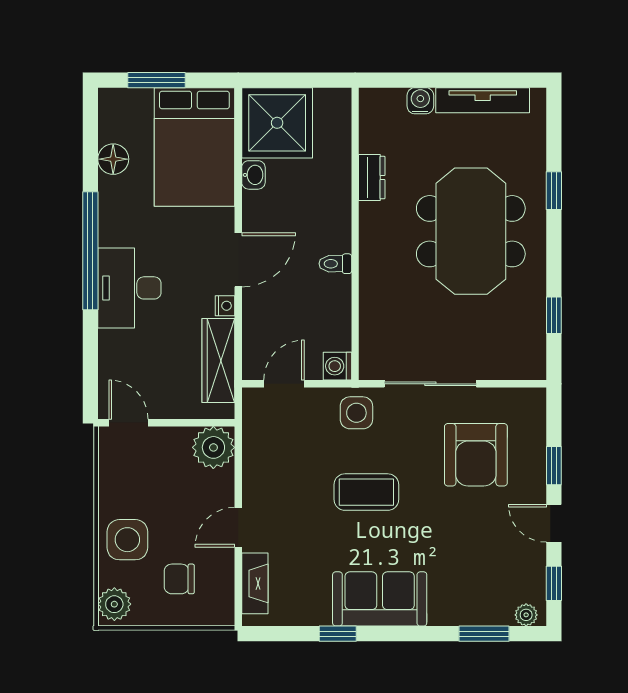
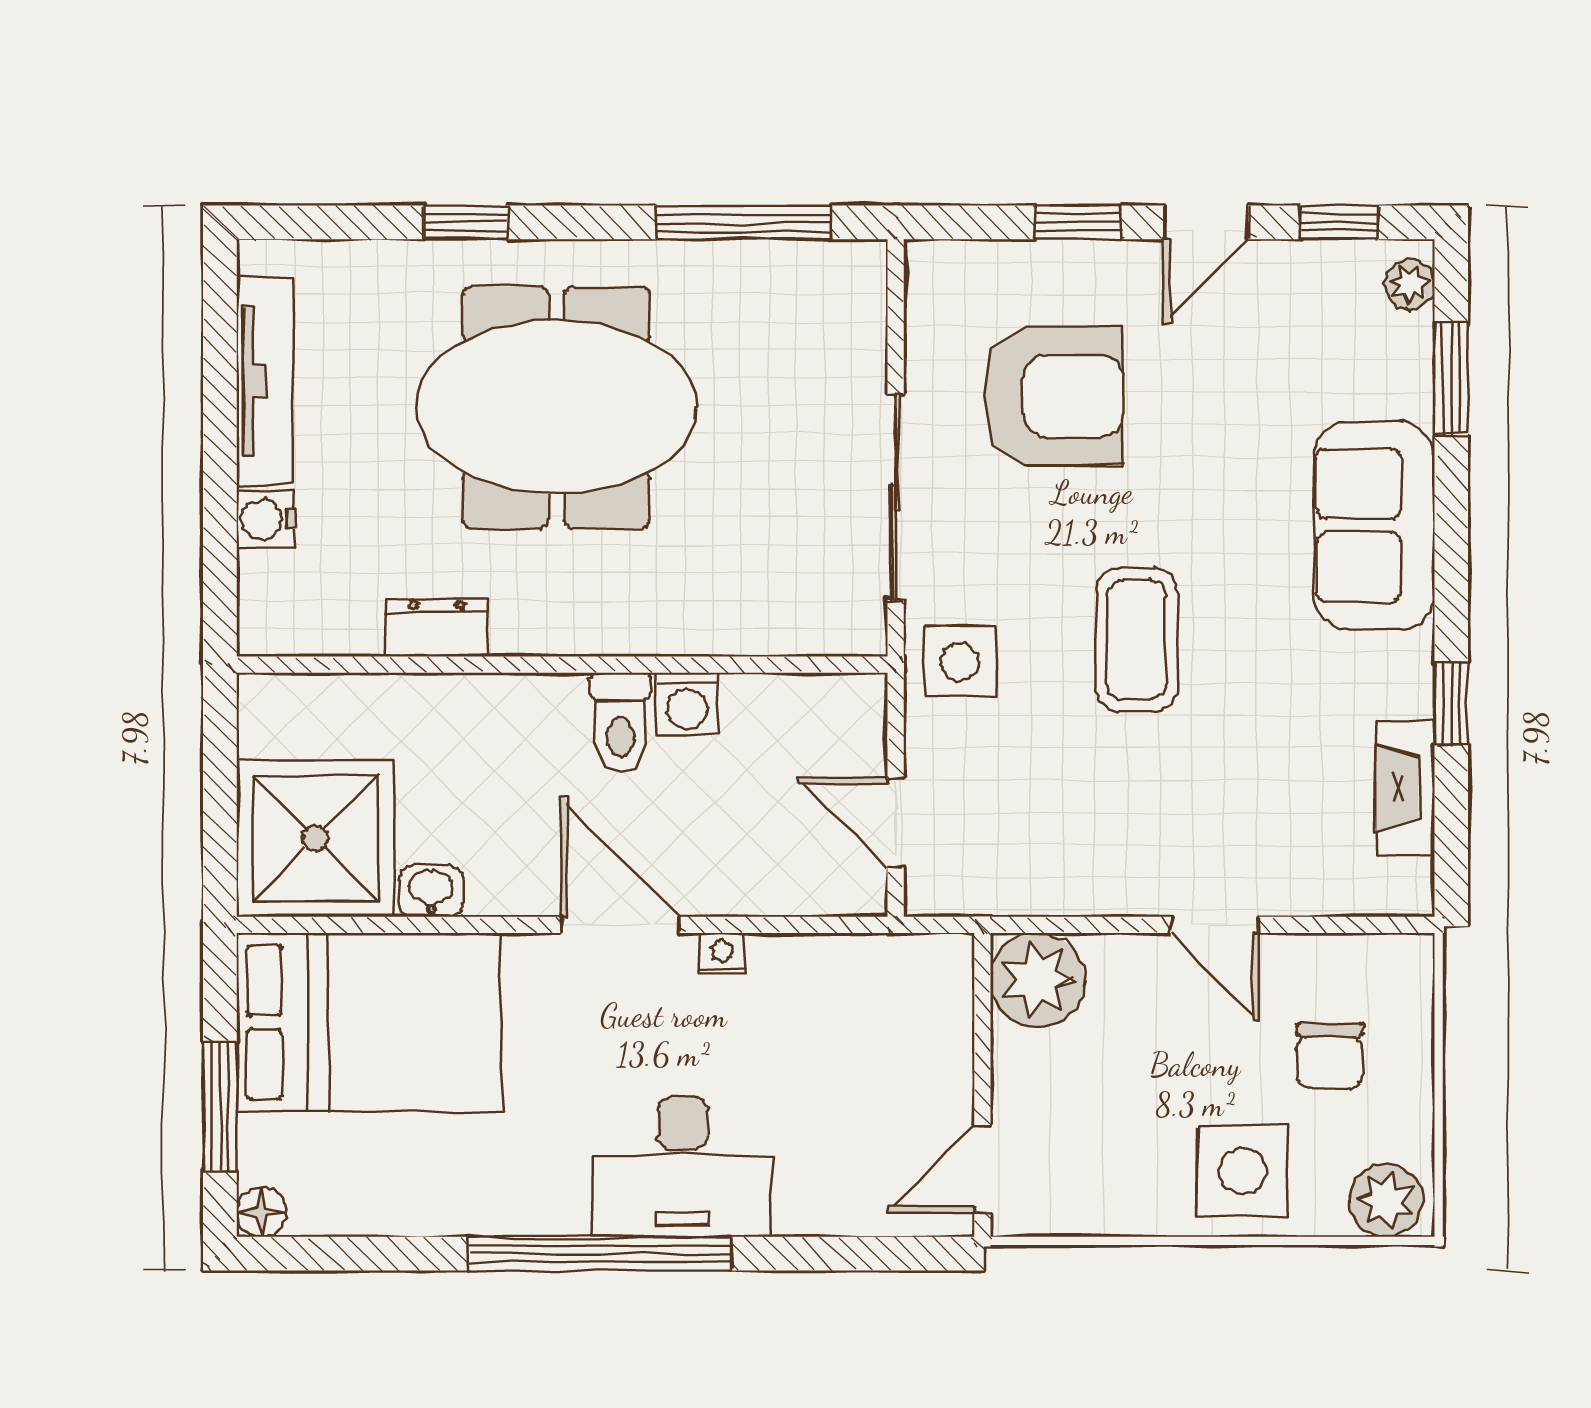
floor lamp: (113, 159) -> (261, 1212), moved, width x0.73, depth x0.73
toilet: (335, 264) -> (620, 723), width x1.37, depth x1.39
window: (554, 315) -> (743, 222), width x2.17
wardrobe: (218, 360) -> (844, 969), removed
washing machine: (337, 366) -> (687, 704), moved
fireplace: (255, 583) -> (1406, 788), moved, turned -90
sofa: (380, 599) -> (1374, 526), moved

